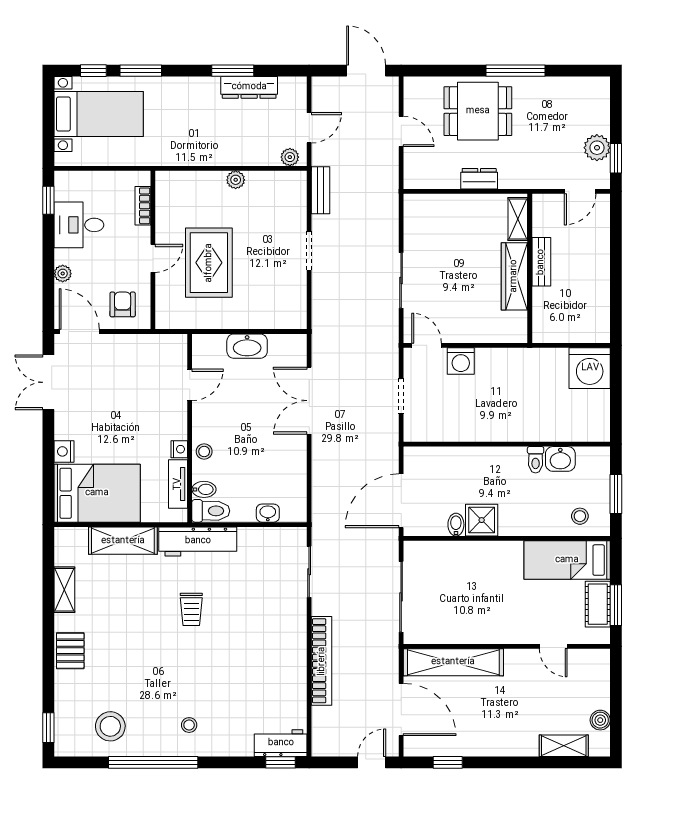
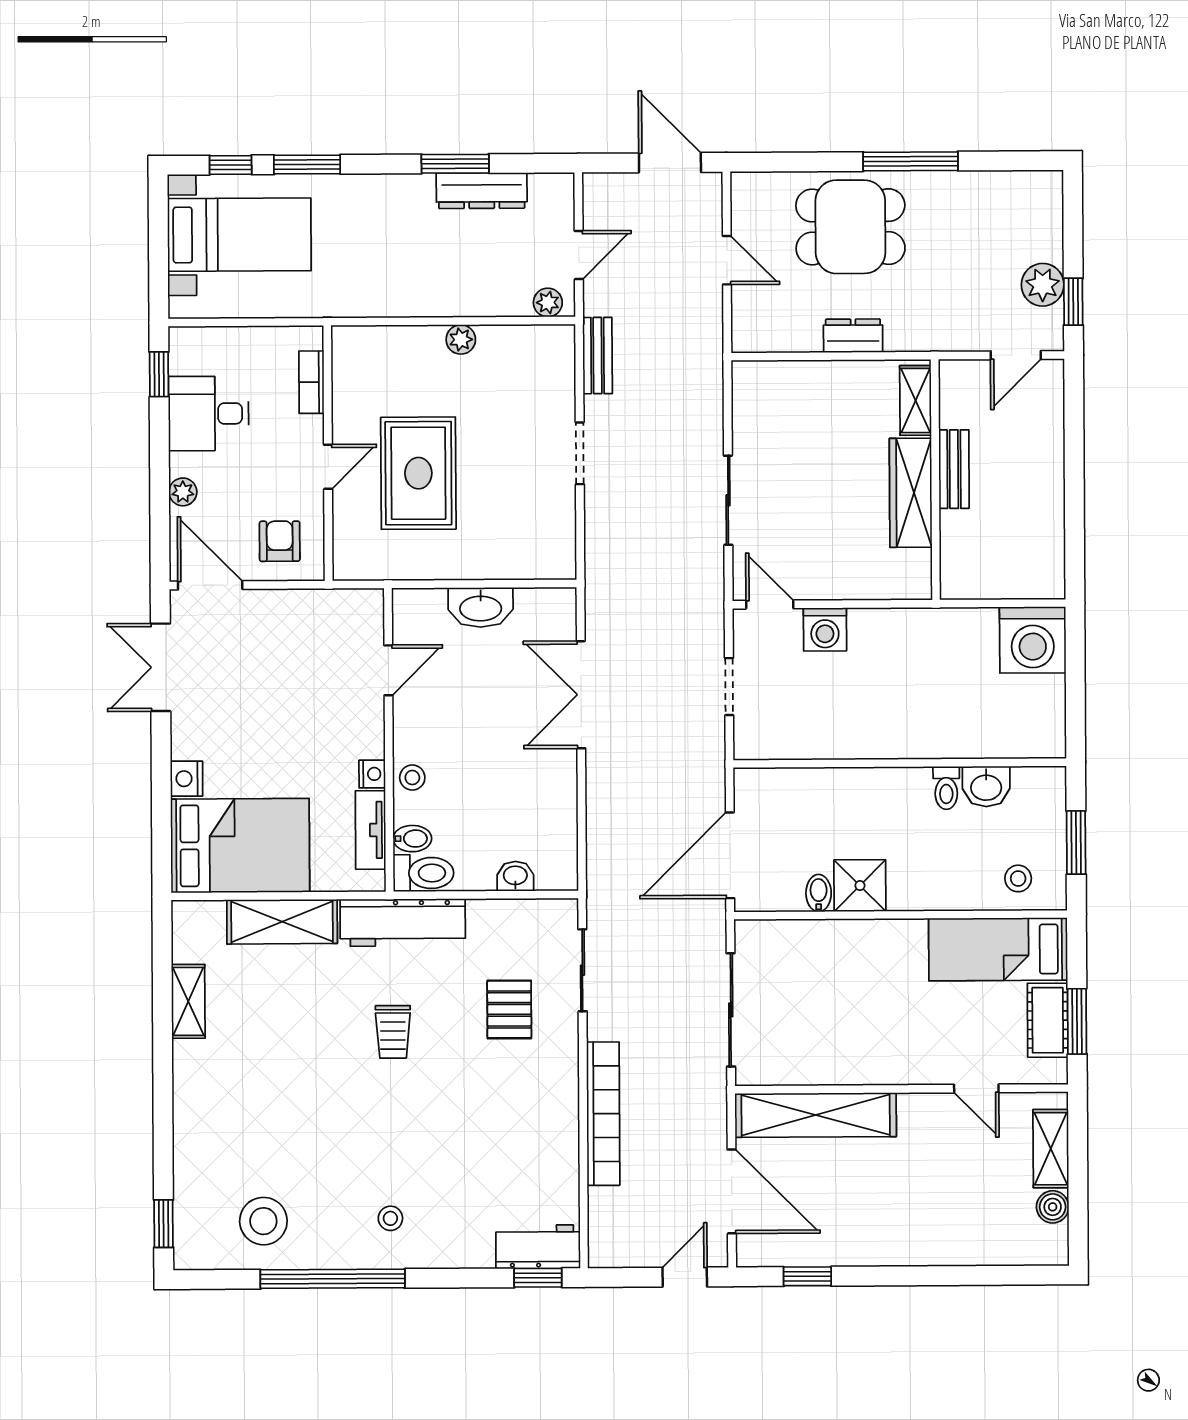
pallet: (70, 651) -> (509, 1009), moved
shelving: (564, 746) -> (1051, 1149), moved, turned 90

